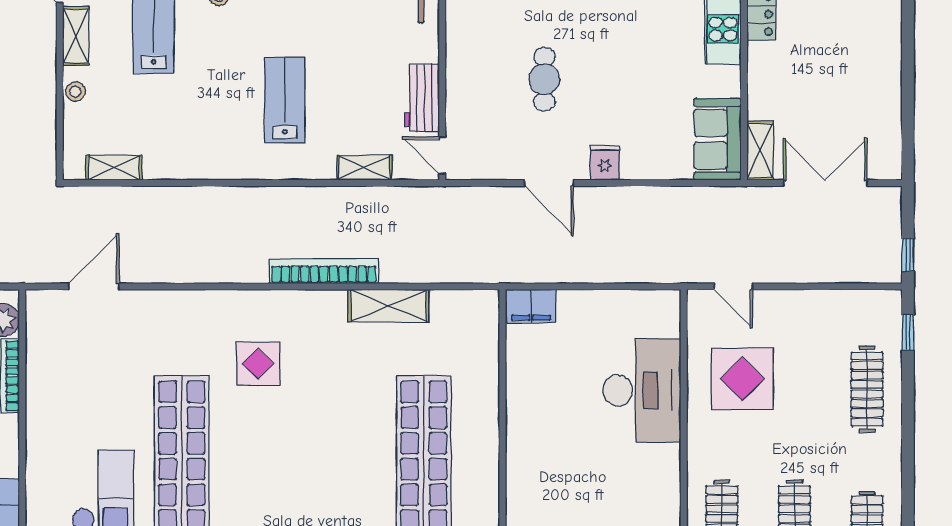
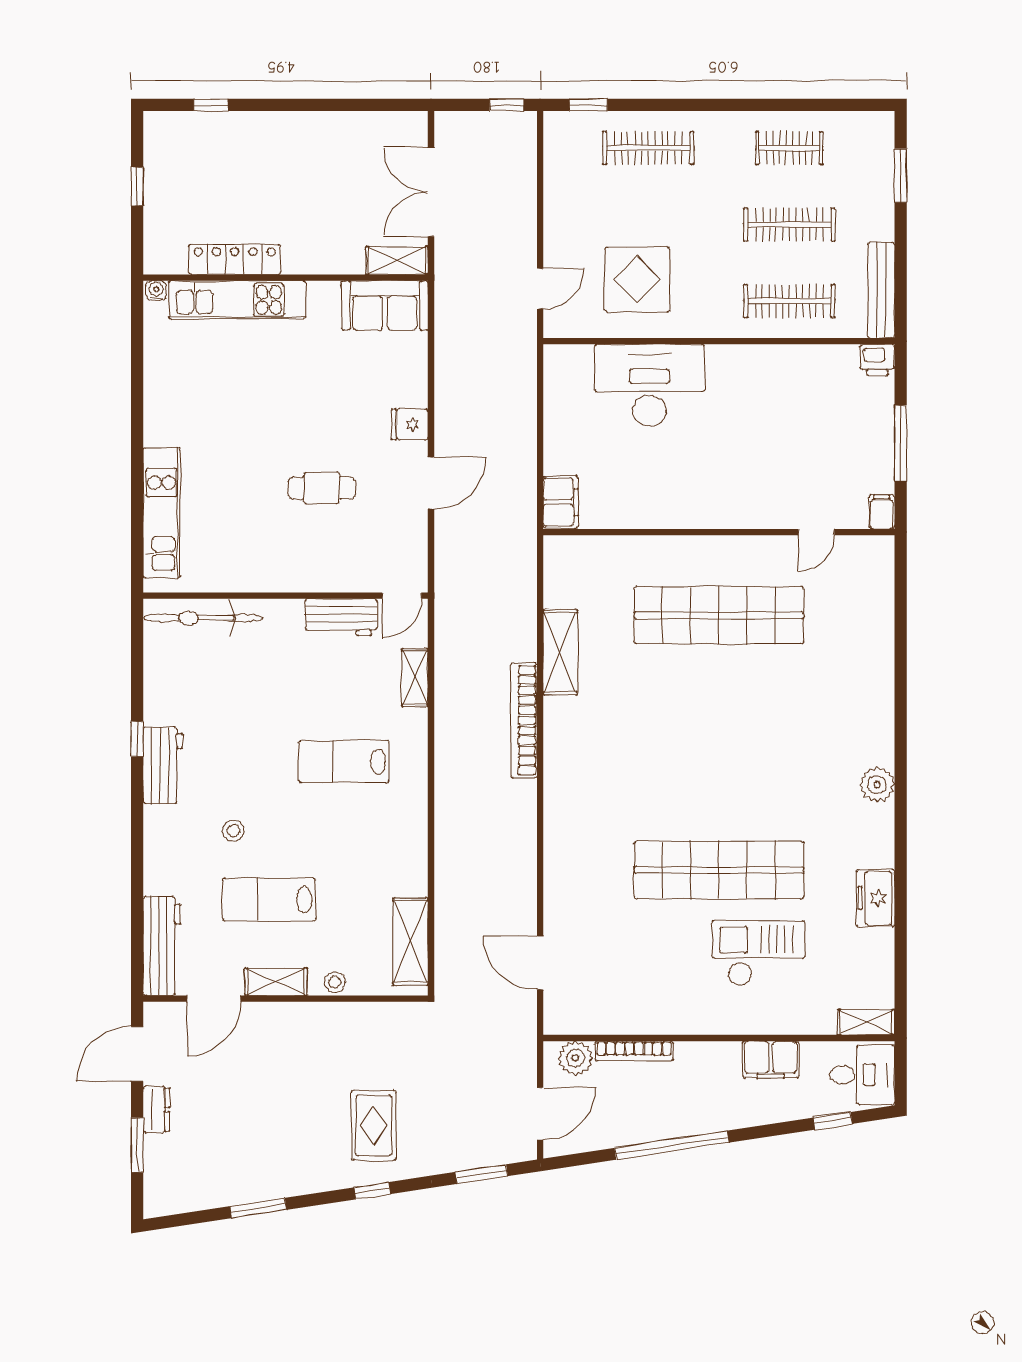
shelving: (114, 168) -> (410, 942), width x1.50, depth x1.33
display table: (258, 364) -> (621, 789), removed

